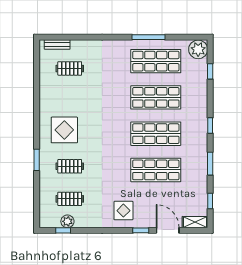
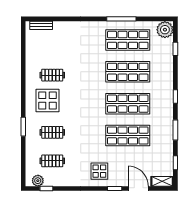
clothes rail: (70, 68) -> (52, 75), moved
plant: (67, 221) -> (38, 181), moved

